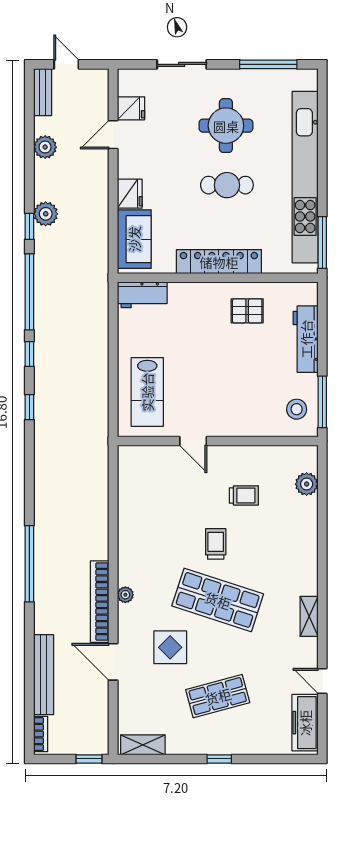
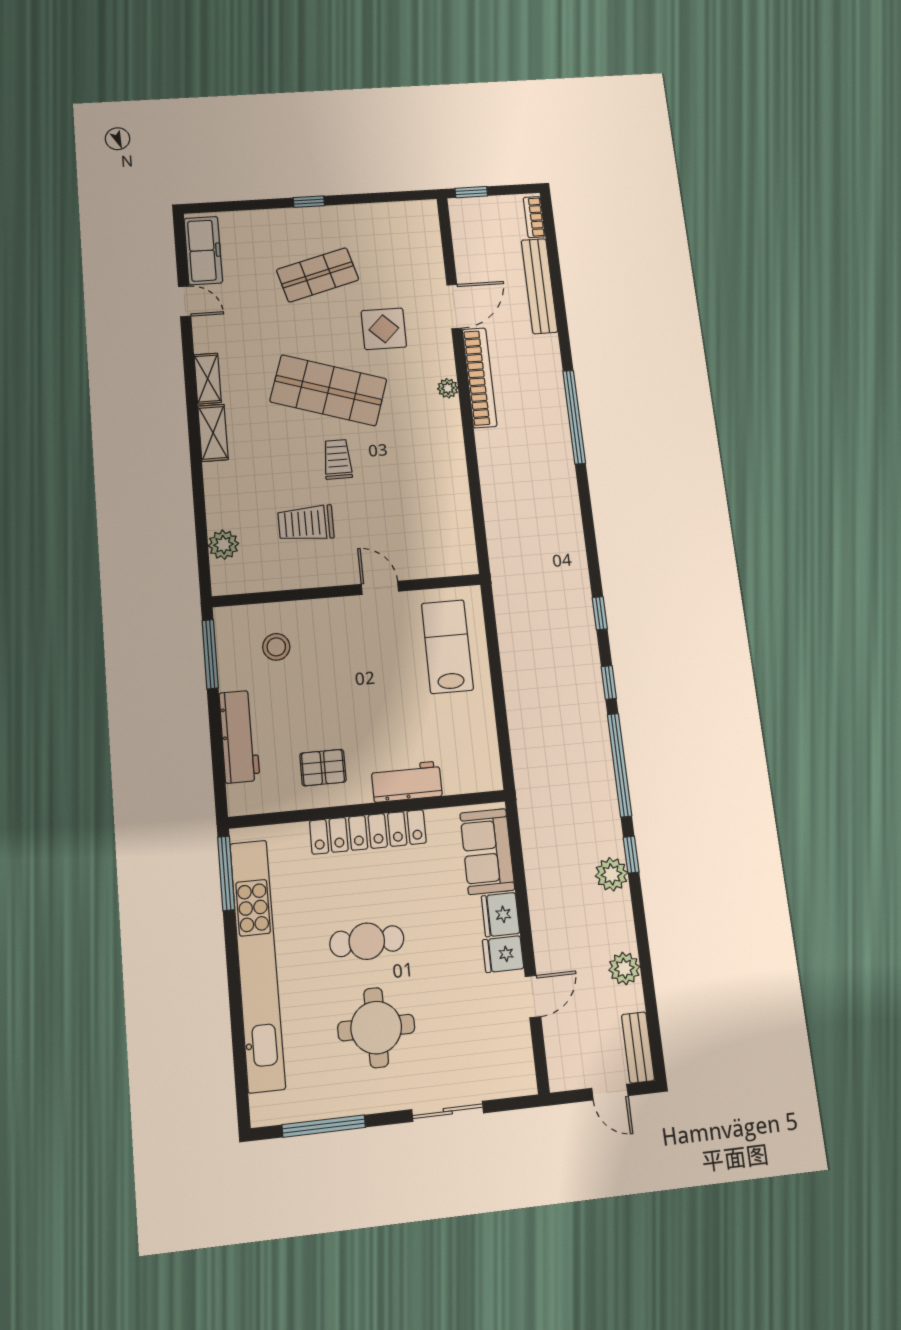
fridge: (131, 108) -> (503, 954), moved
workbench: (142, 295) -> (407, 782), moved
stool: (297, 409) -> (276, 647), moved
trolley: (244, 495) -> (306, 523), width x1.36, depth x1.39
trolley: (216, 544) -> (338, 459), turned 180
door: (113, 662) -> (454, 307), hinge flipped
shelving: (143, 745) -> (213, 433), moved, turned 90

